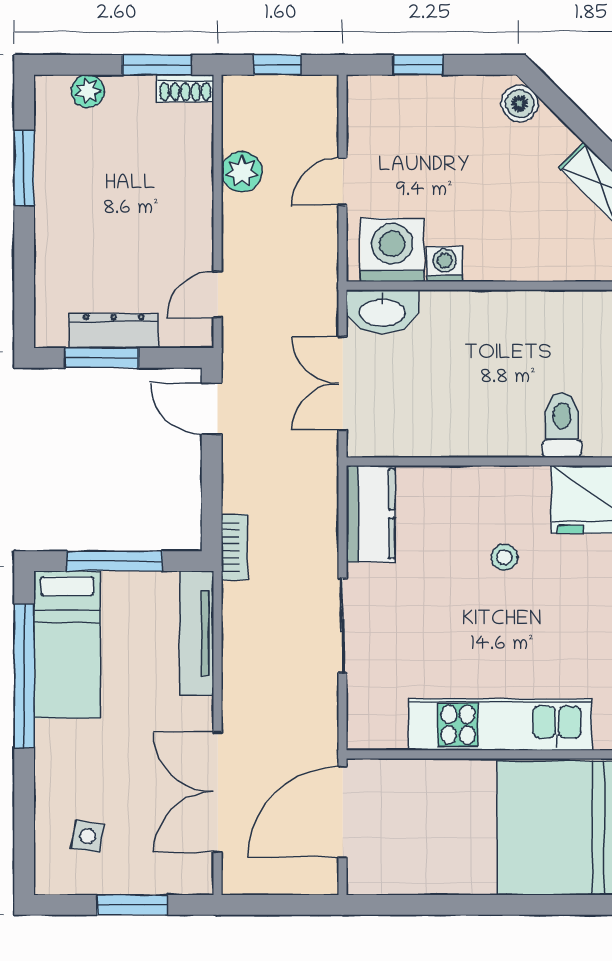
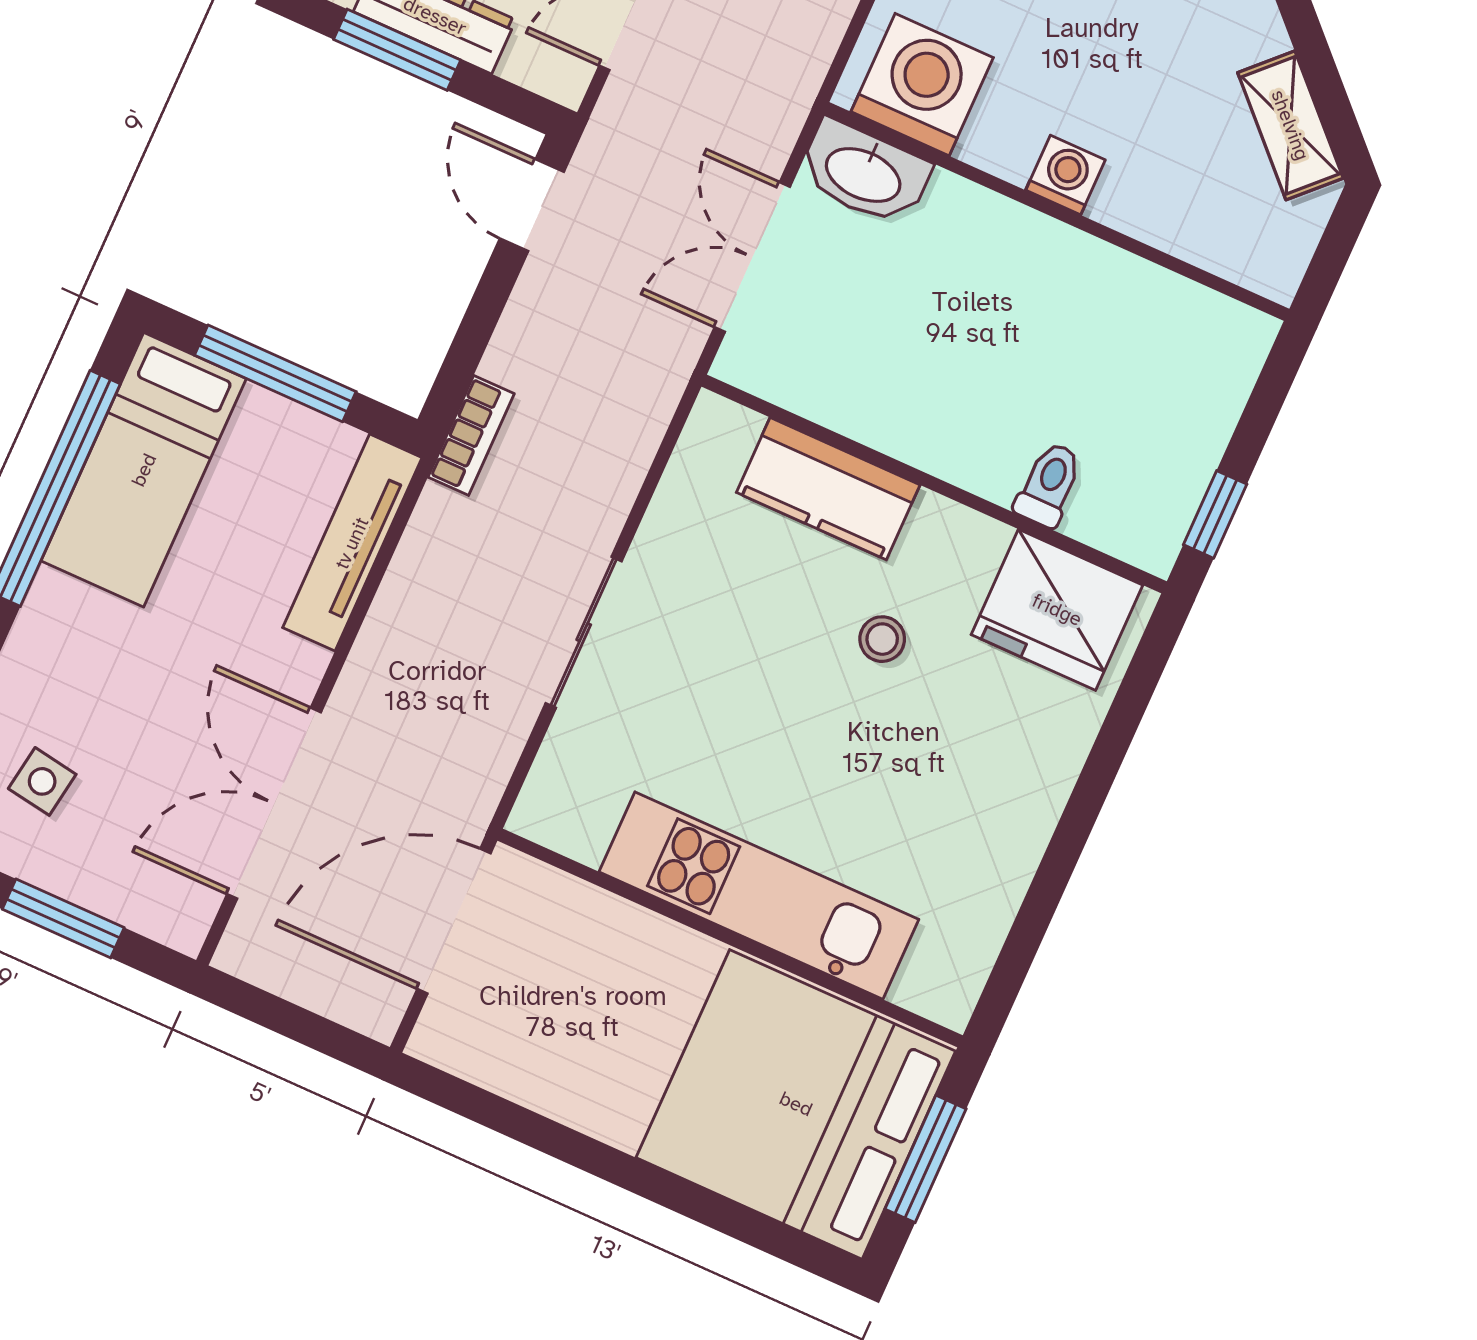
washing machine: (445, 264) -> (1065, 175), moved
toilet: (562, 425) -> (1049, 485), width x0.73, depth x0.72
kitchen counter: (371, 514) -> (828, 489), moved, turned 90

